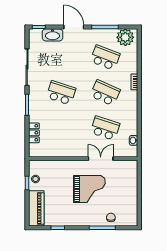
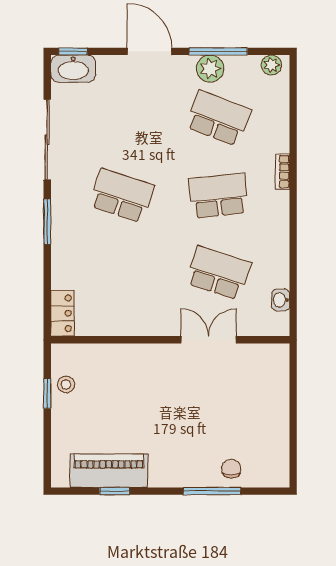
washbasin: (53, 35) -> (73, 69), moved
plant: (101, 35) -> (210, 69), added
plant: (125, 37) -> (271, 65), width x0.53, depth x0.53
school desk: (105, 93) -> (218, 196), turned -30
locker: (34, 133) -> (62, 313), moved
grand piano: (89, 189) -> (184, 406), removed
piano: (36, 208) -> (109, 471), moved, turned -90

